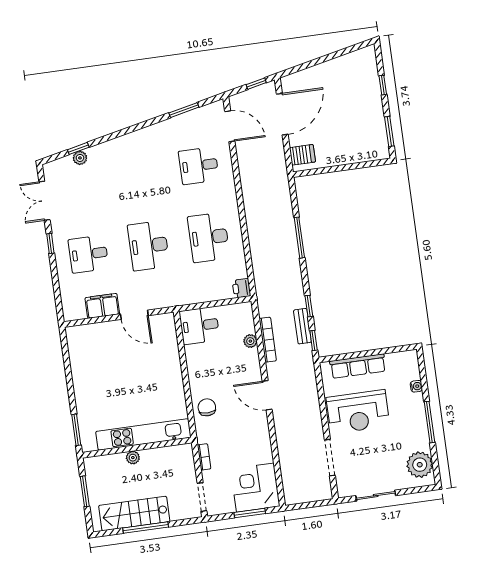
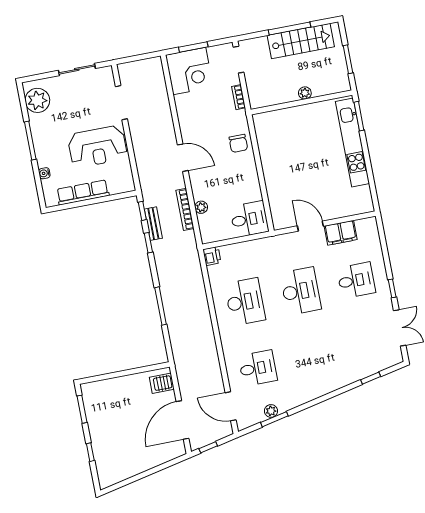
plant: (80, 158) -> (271, 411), moved
row of seats: (358, 366) -> (83, 192), moved
reception desk: (358, 412) -> (97, 147), turned 180
kitchen unit: (143, 434) -> (352, 143), moved, turned 90

